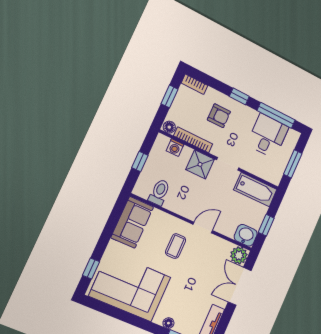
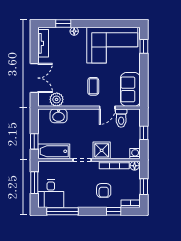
window: (239, 96) -> (114, 211), moved
armchair: (219, 116) -> (104, 190), turned -90
desk: (268, 136) -> (51, 194), moved
washing machine: (175, 148) -> (135, 154), moved
window: (266, 225) -> (34, 141), moved
door: (203, 227) -> (107, 108), moved
washbasin: (246, 235) -> (59, 116), moved
plant: (239, 255) -> (57, 99), moved

